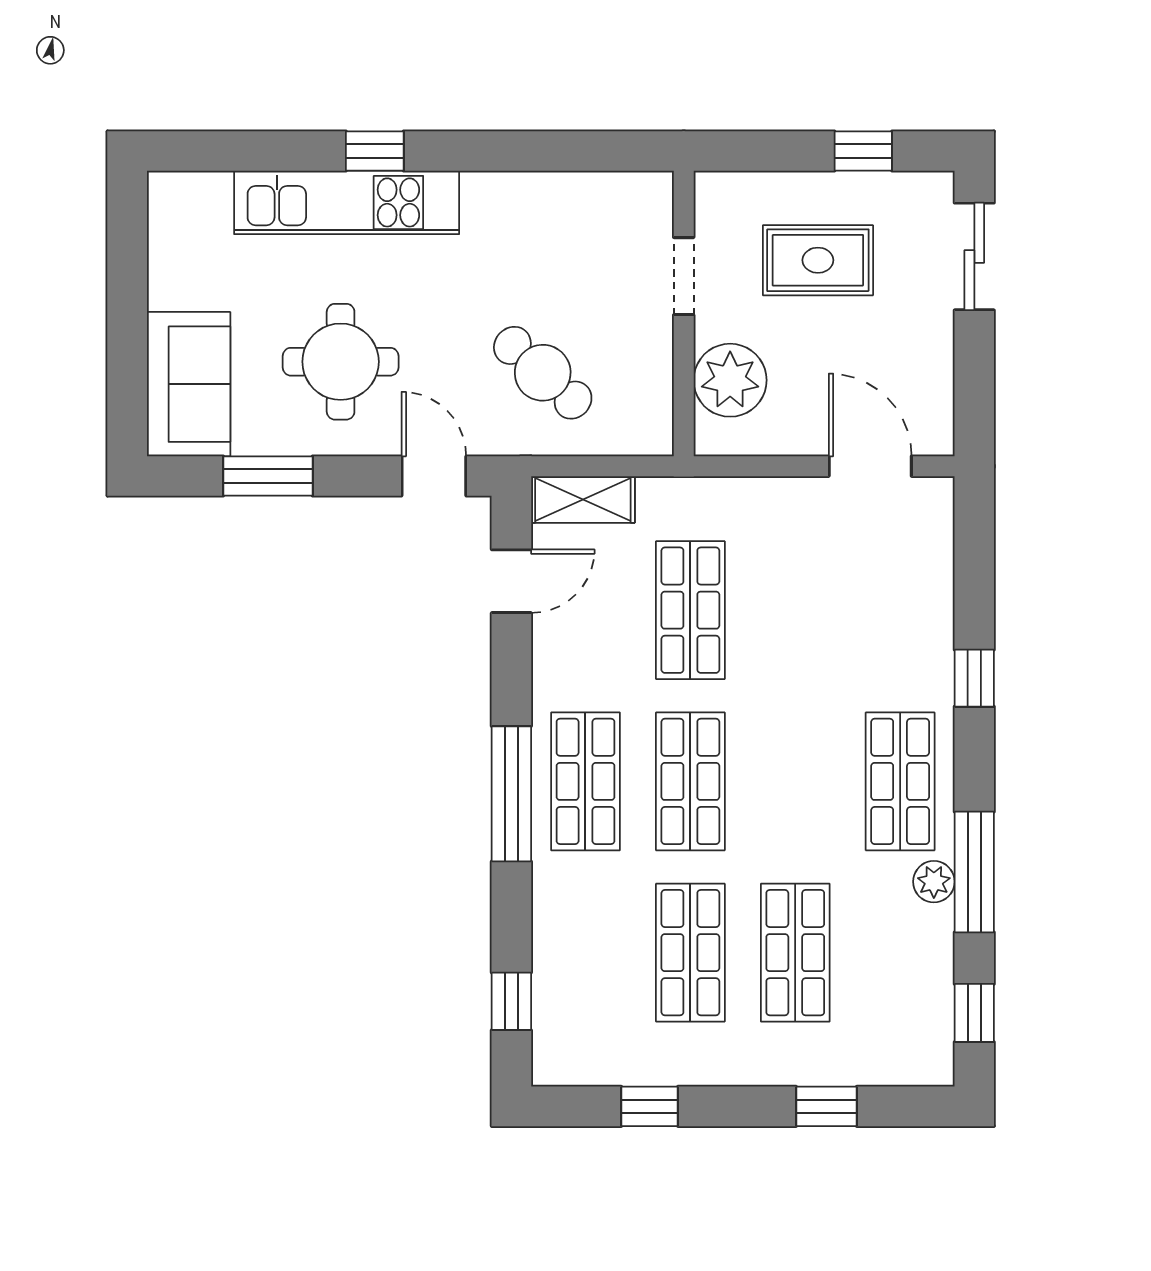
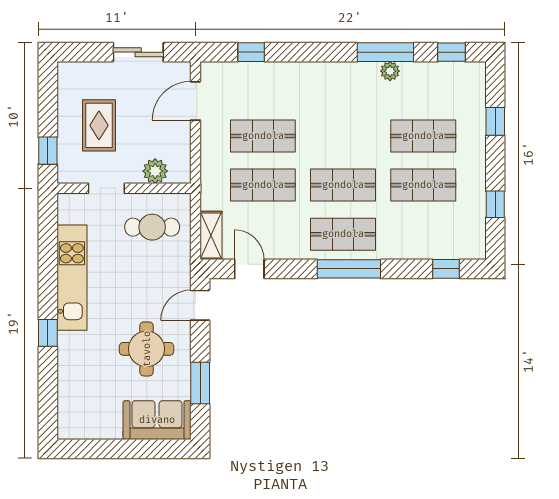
window: (863, 151) -> (48, 151), moved
kitchen unit: (347, 202) -> (72, 278), moved
sliding door: (974, 256) -> (138, 52), moved
cafe table: (543, 373) -> (152, 227), moved, turned 48
plant: (730, 380) -> (155, 171), width x0.73, depth x0.73
window: (974, 678) -> (251, 52), moved
shop shelf: (900, 781) -> (263, 136), moved

